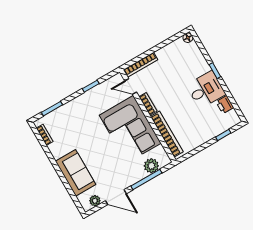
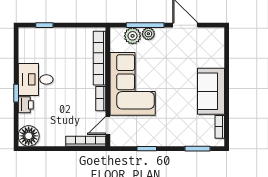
floor lamp: (188, 38) -> (29, 136), width x1.89, depth x1.89
door: (131, 87) -> (108, 125), swing flipped
printer: (225, 105) -> (26, 105), moved
sofa: (76, 173) -> (211, 91), moved
plant: (95, 201) -> (148, 34), moved

